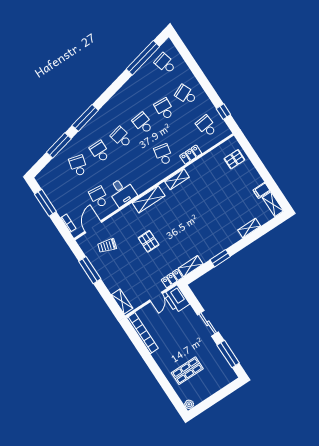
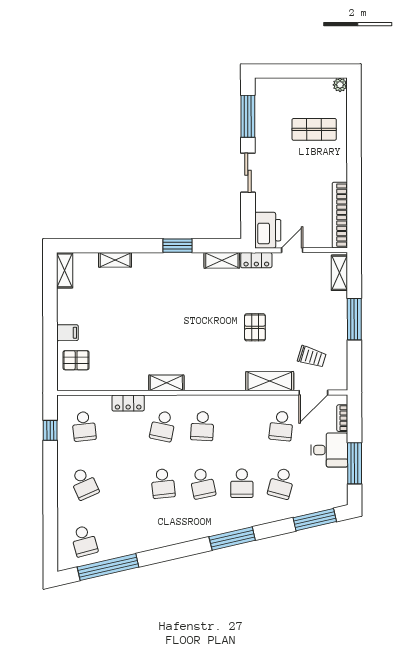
school desk: (164, 109) -> (202, 426), moved
window: (59, 145) -> (315, 520), moved
filing cabinet: (262, 190) -> (67, 333), moved
desk: (122, 192) -> (329, 450), moved, turned 90
shelving: (149, 199) -> (270, 381), moved
window: (90, 270) -> (354, 319), moved

